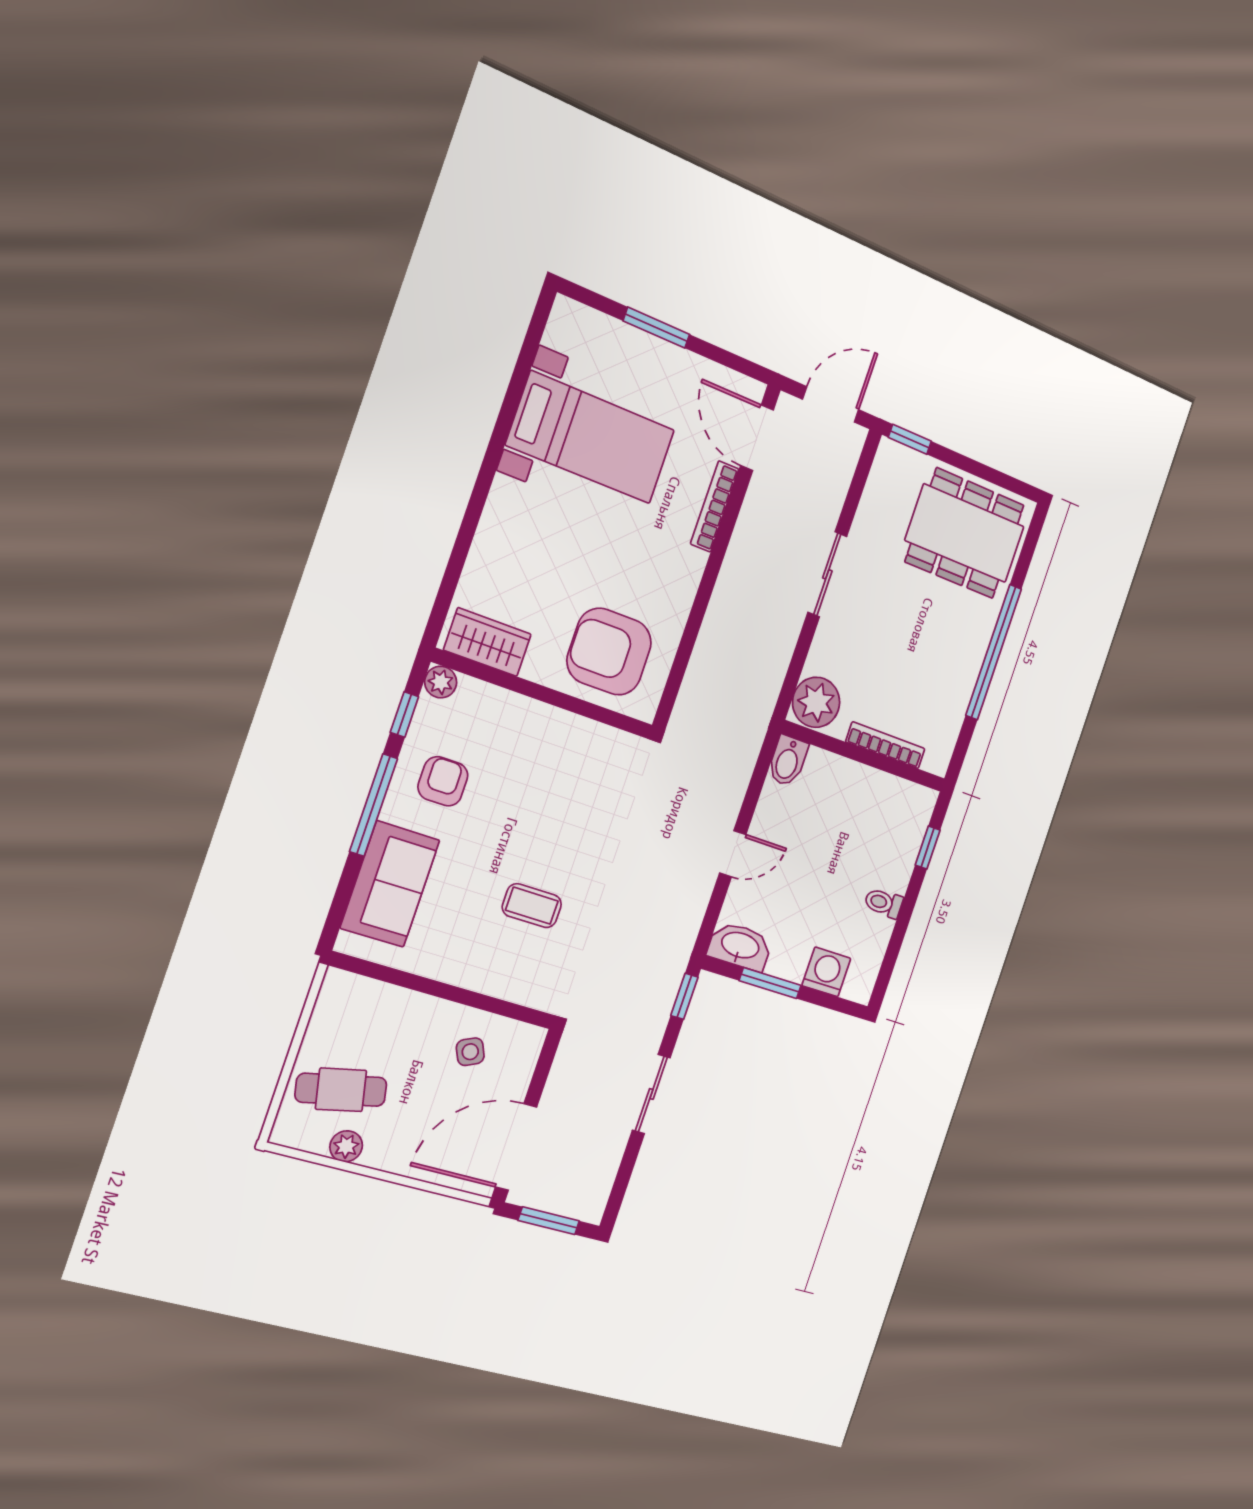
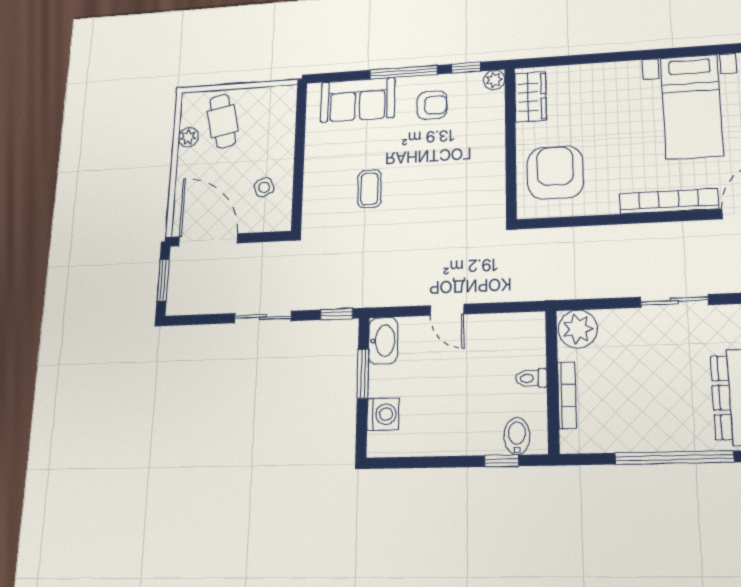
bookcase: (715, 506) -> (669, 201), width x1.48, depth x1.31
bidet: (788, 761) -> (517, 436), moved, turned 90
toilet: (884, 903) -> (531, 378), moved, turned -90

